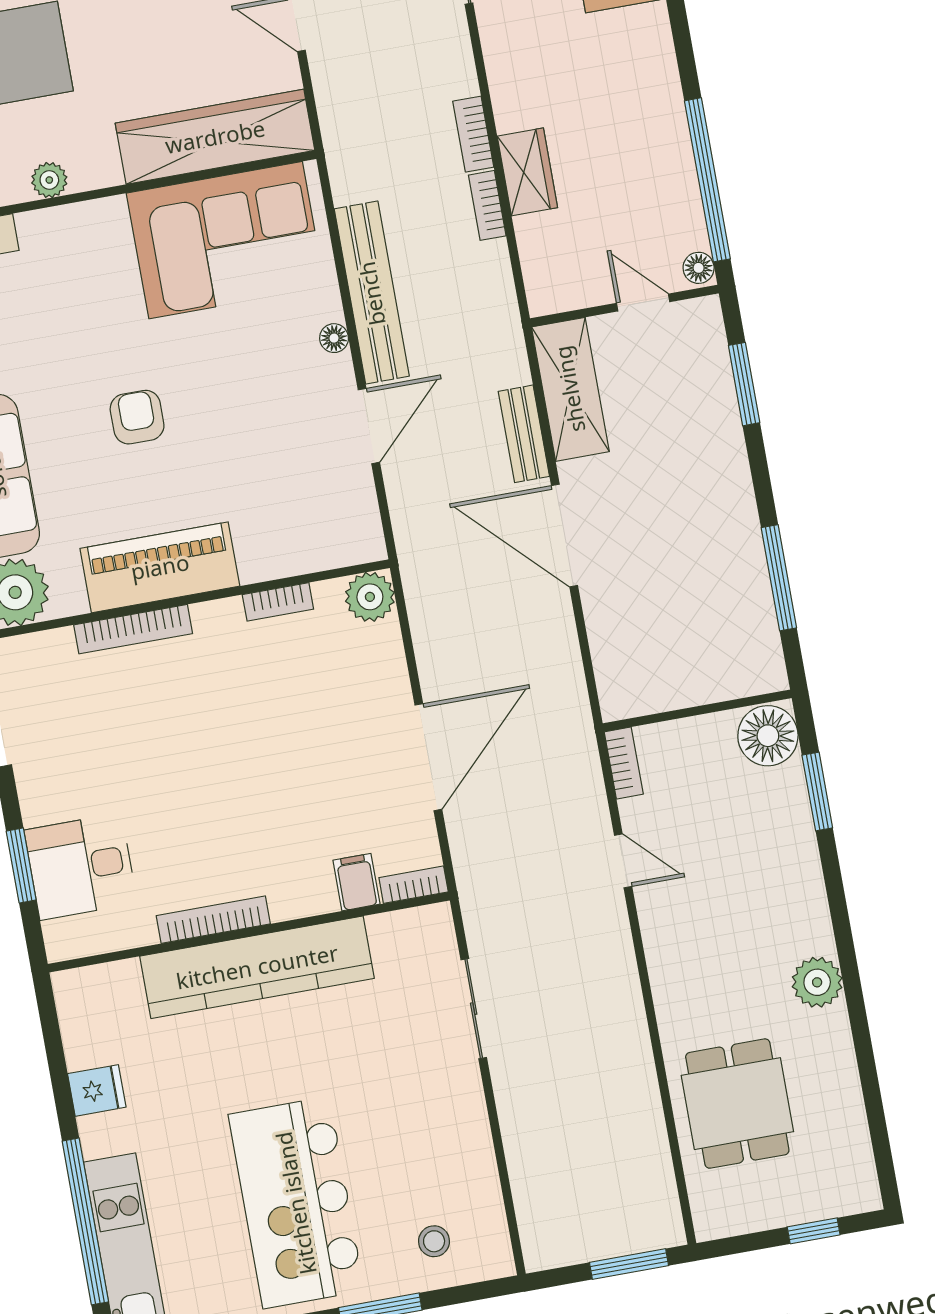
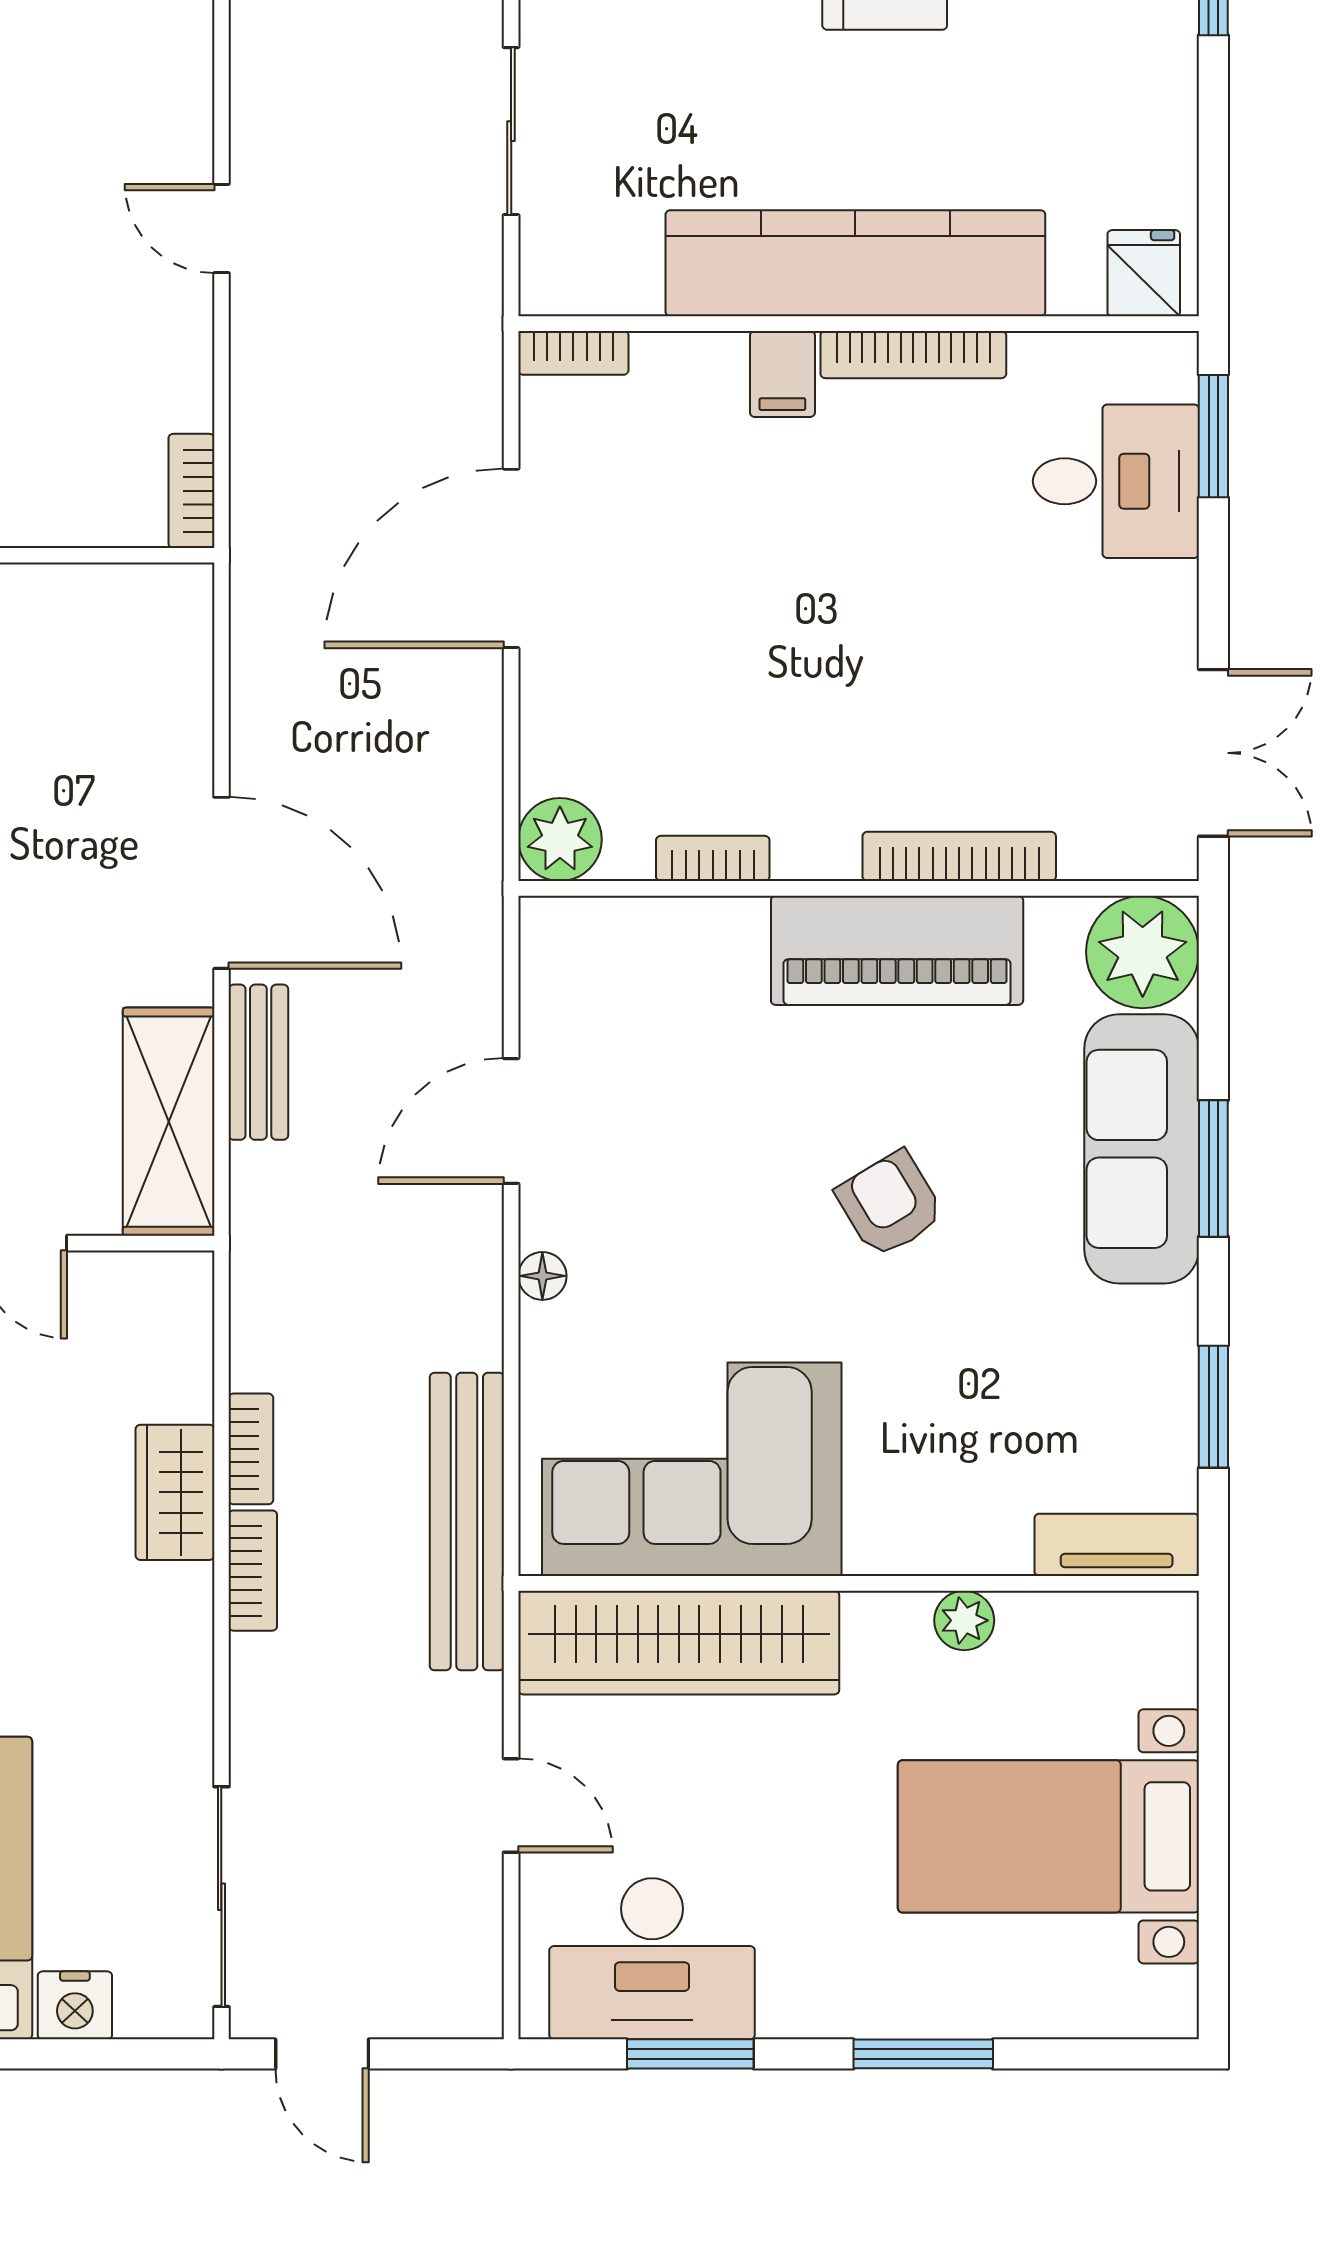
bench: (372, 293) -> (467, 1522), moved
armchair: (137, 417) -> (890, 1204), turned 149
door: (623, 861) -> (221, 229), moved
window: (21, 866) -> (1213, 436), moved
filing cabinet: (356, 882) -> (782, 374), moved
fridge: (97, 1090) -> (1144, 273), moved, turned 90

